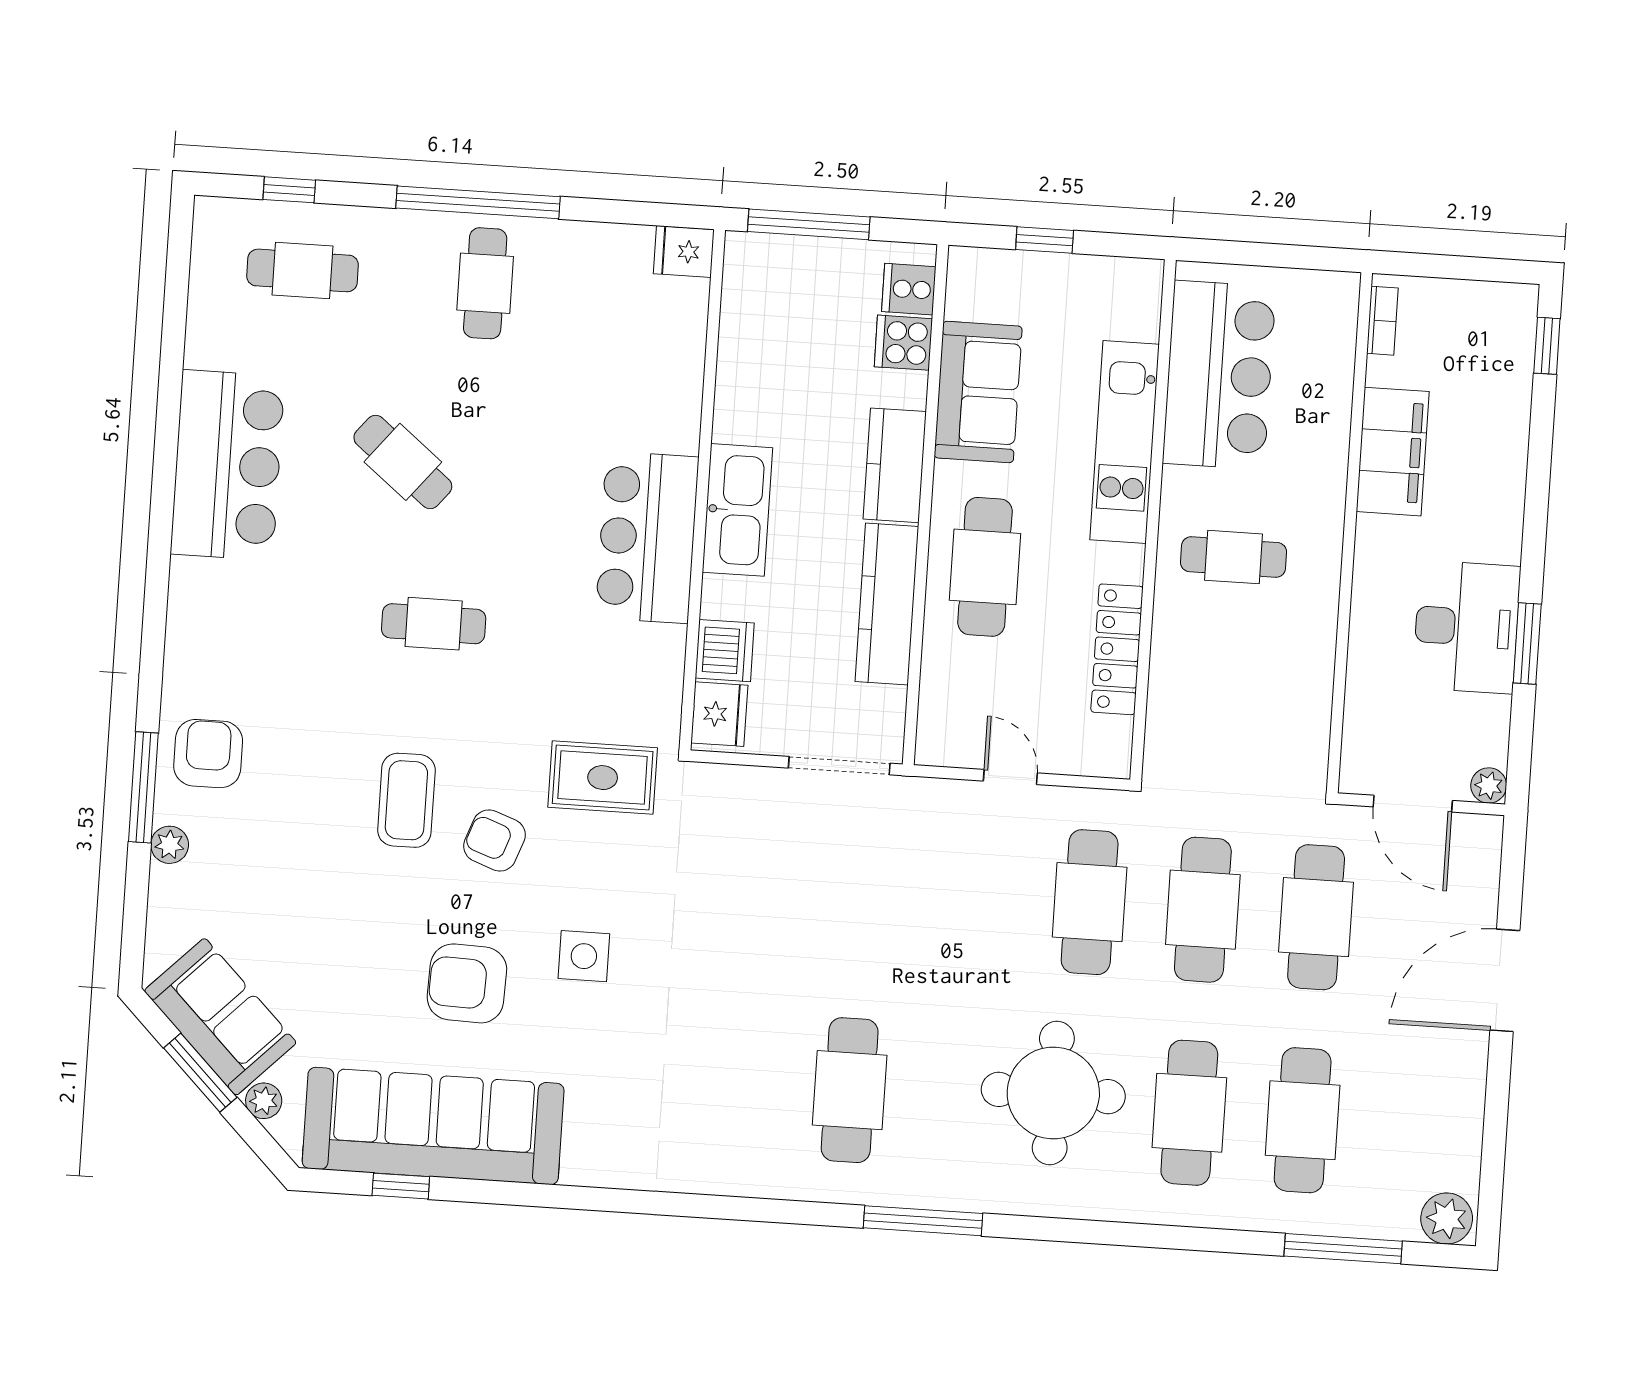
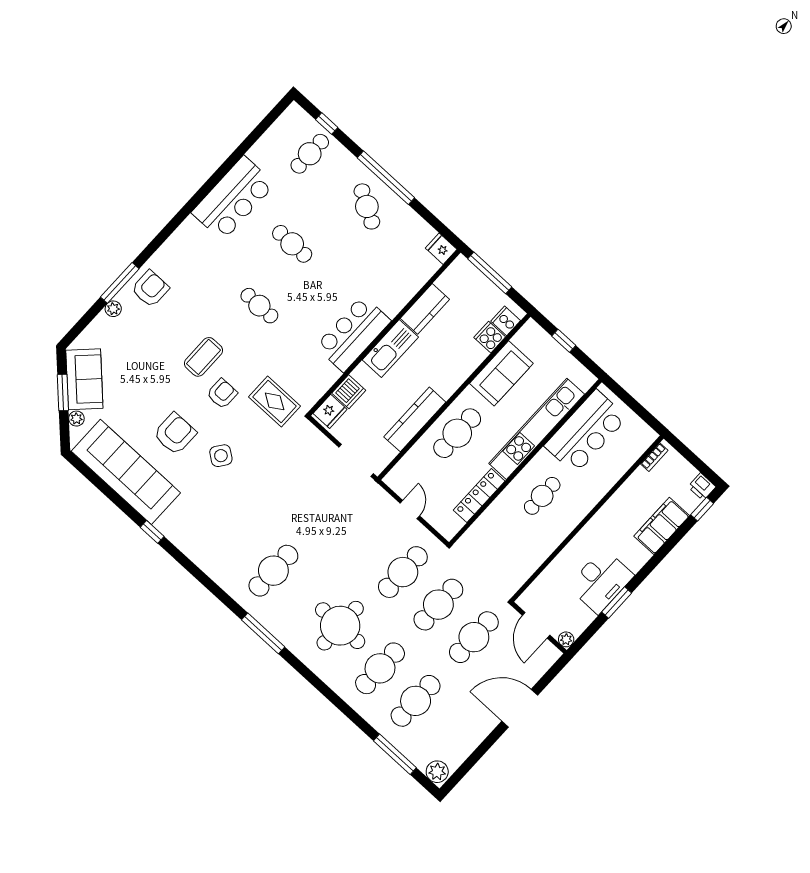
cafe table: (302, 270) -> (310, 154), turned 90
cafe table: (485, 283) -> (367, 206), turned -60
printer: (1513, 305) -> (702, 487), added
kitchen unit: (1125, 442) -> (537, 429), width x1.36
filing cabinet: (1393, 452) -> (662, 526), moved, turned 180
cafe table: (403, 462) -> (292, 244), turned -39
kitchen counter: (895, 465) -> (425, 309), moved, turned 180
cafe table: (1233, 557) -> (542, 496), turned 90
armchair: (494, 840) -> (222, 394), turned 70
side table: (584, 956) -> (221, 456), turned 36
armchair: (467, 983) -> (175, 434), turned 88
window: (401, 1186) -> (152, 532), moved

